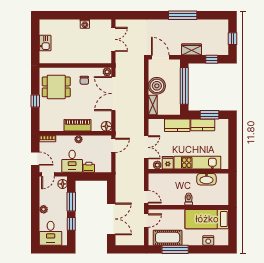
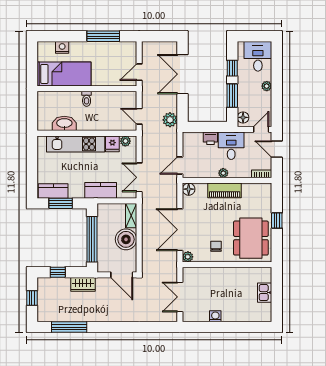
window: (183, 15) -> (69, 327), moved
dining table: (56, 87) -> (251, 238), width x1.38
double door: (113, 94) -> (180, 230), swing flipped
kitchen counter: (203, 125) -> (53, 191), moved
double door: (146, 147) -> (139, 177), moved
plant: (121, 182) -> (170, 120), added
door: (146, 197) -> (139, 116), moved
cot: (168, 238) -> (113, 51), removed

